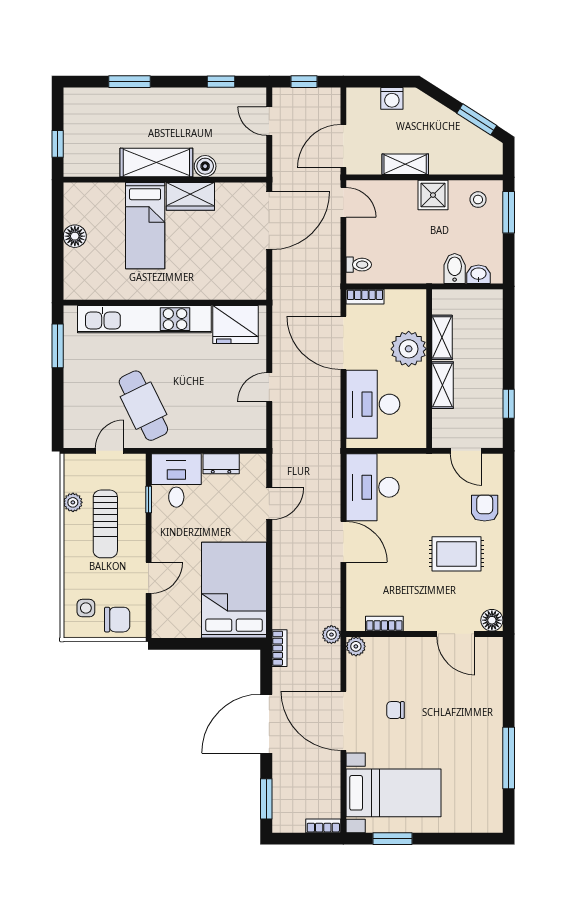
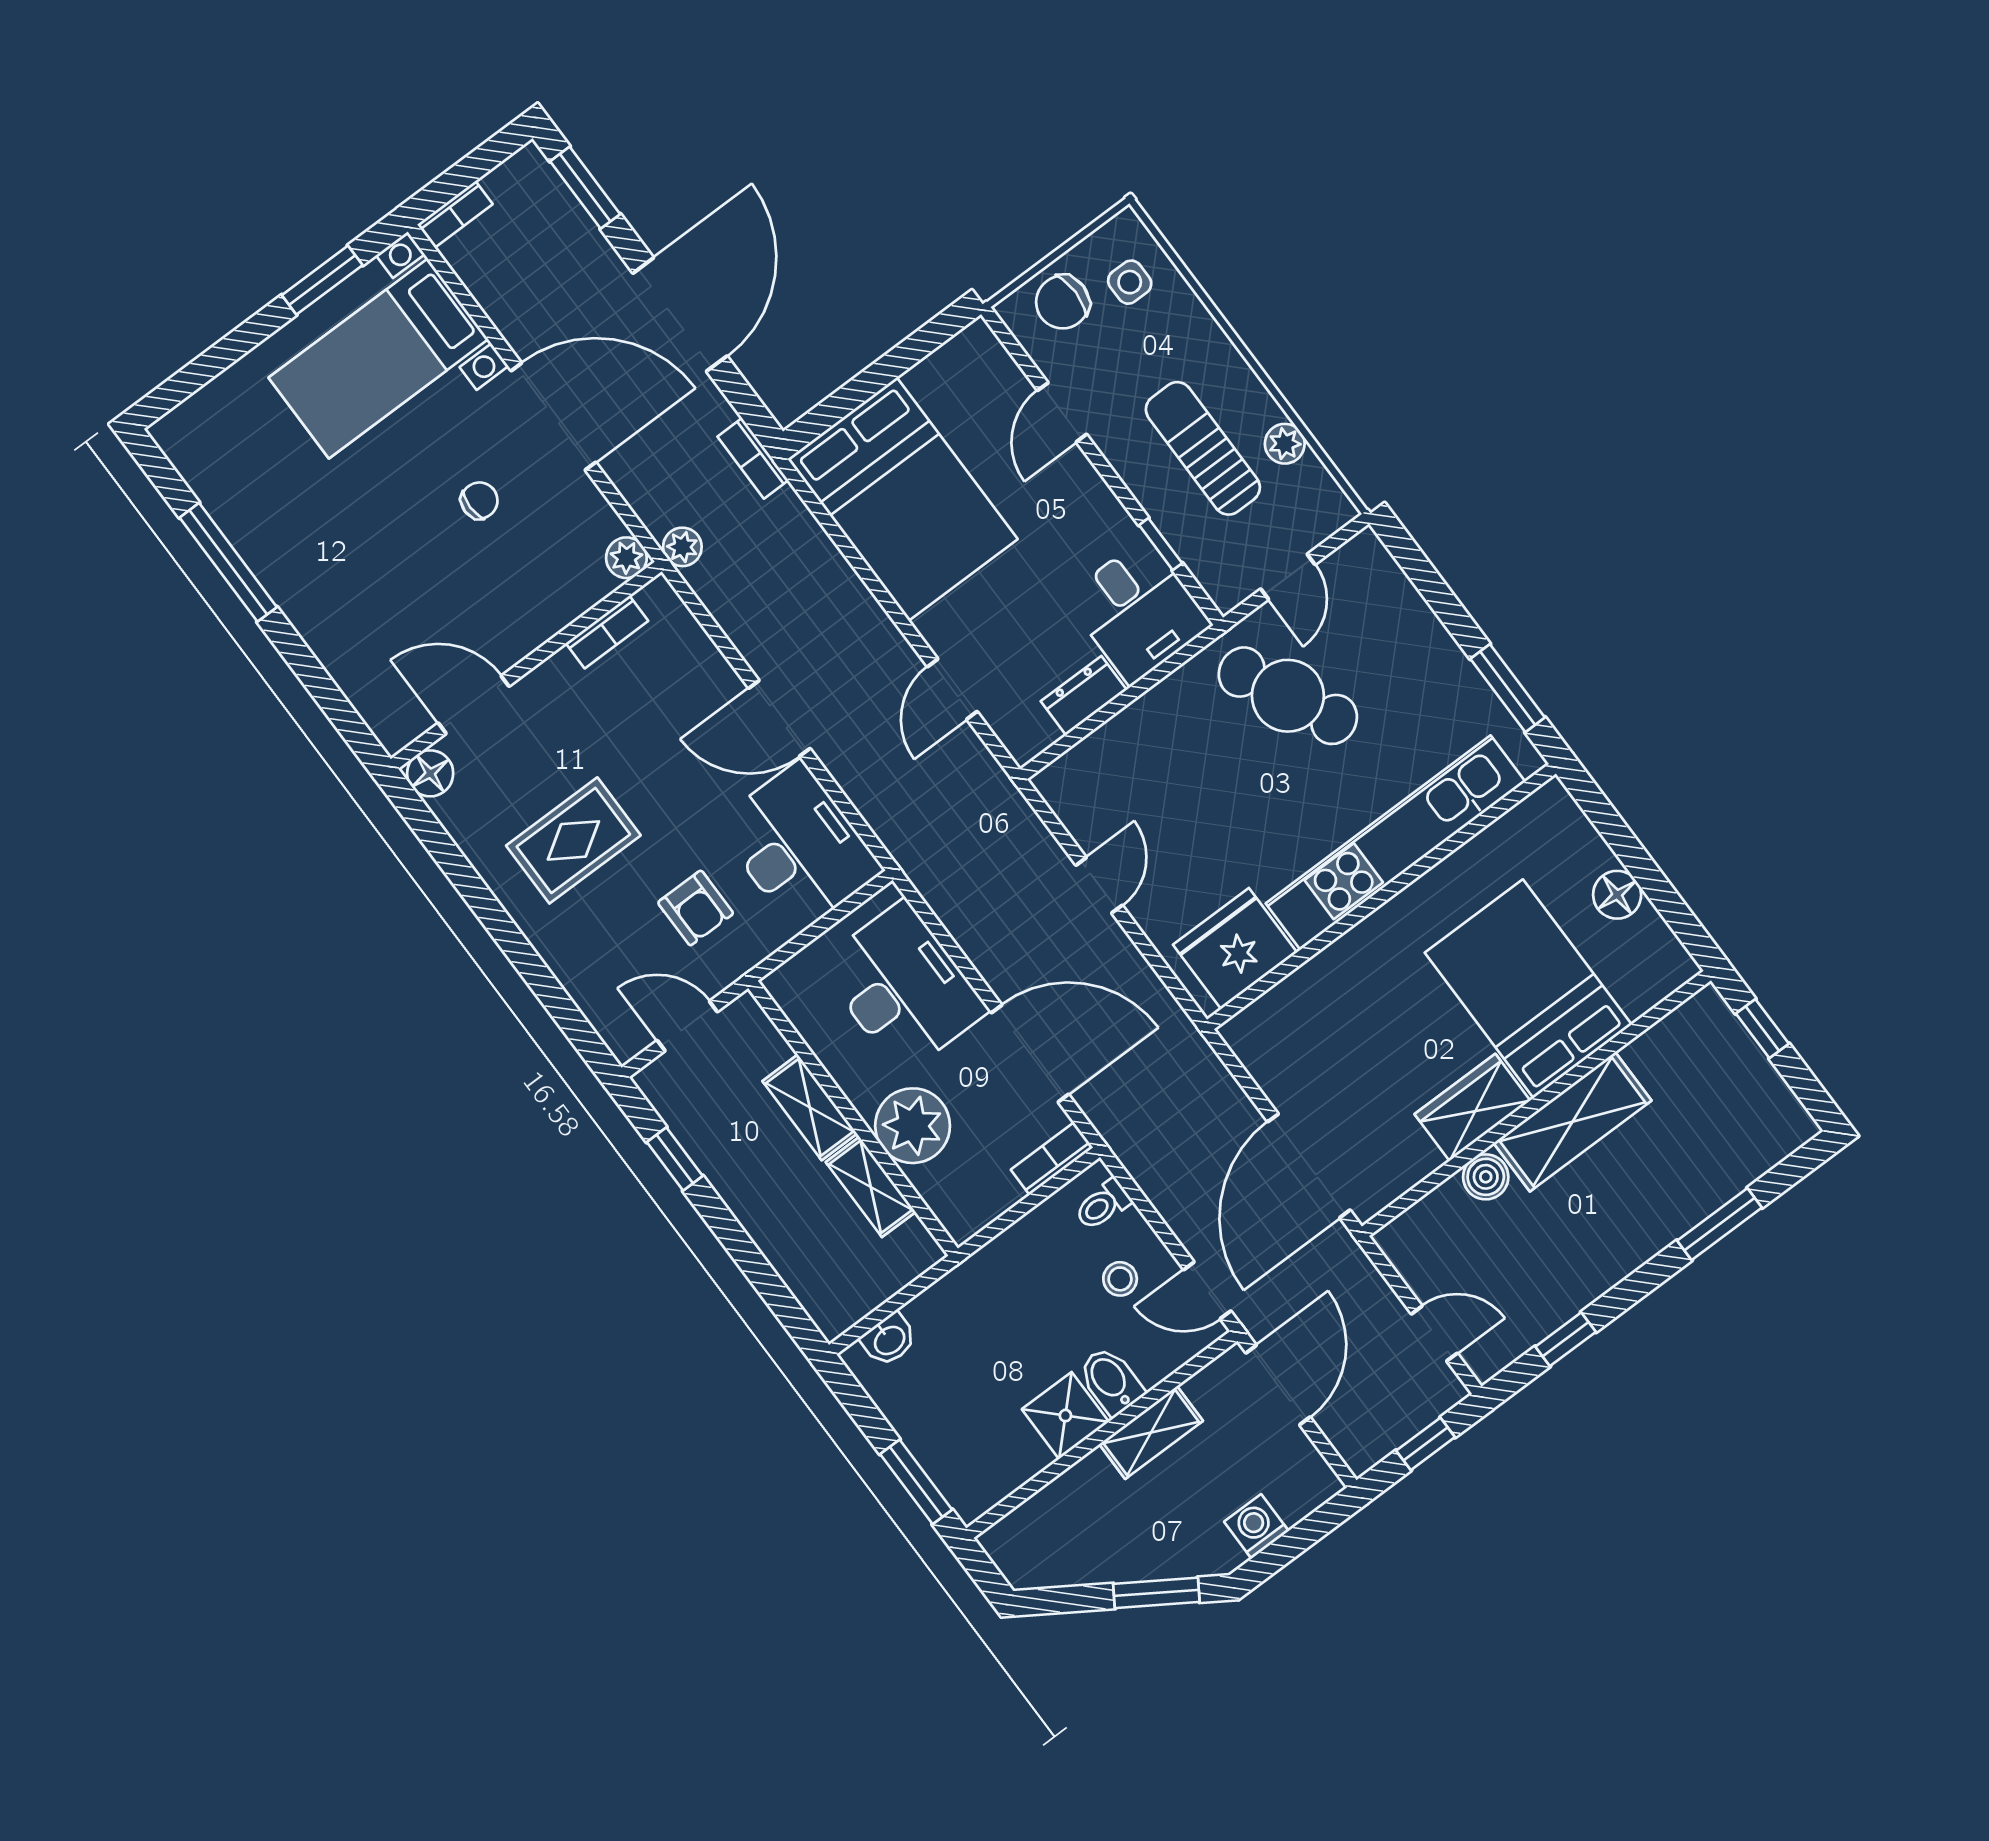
window: (477, 119) -> (1156, 1593), moved
stool: (478, 200) -> (1120, 1279), moved
bed: (145, 226) -> (1528, 989), width x1.50
bidet: (455, 268) -> (1111, 1381), moved, turned 180
armchair: (485, 508) -> (696, 908), moved

